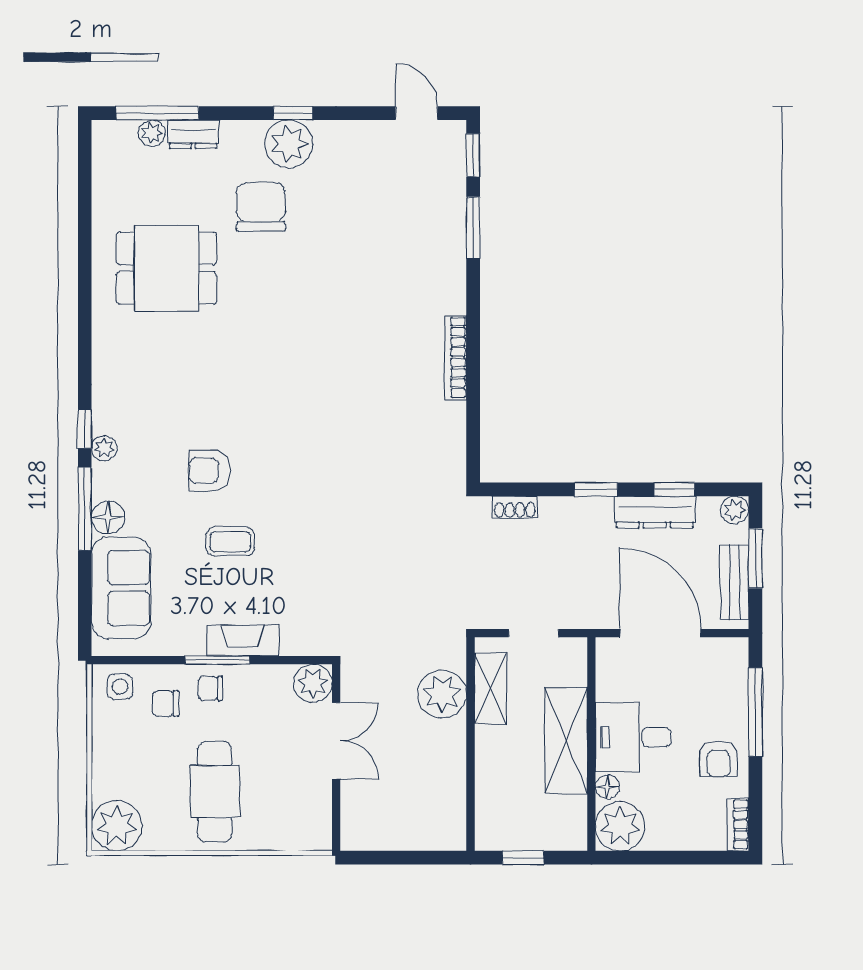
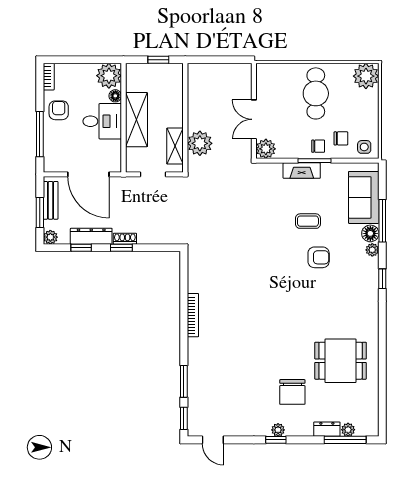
plant: (289, 144) -> (278, 430), width x0.53, depth x0.53
plant: (104, 448) -> (372, 250), moved
shoe rack: (515, 507) -> (125, 239), moved
window: (85, 509) -> (382, 221), moved

